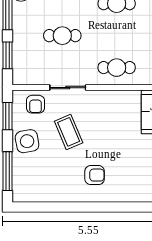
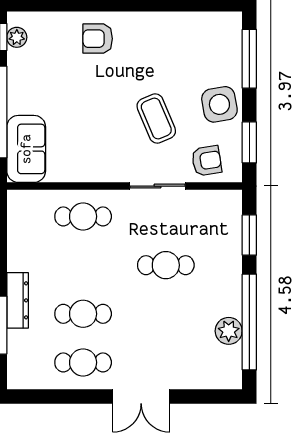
armchair: (35, 104) -> (207, 161), turned 81
armchair: (95, 175) -> (98, 39), moved

